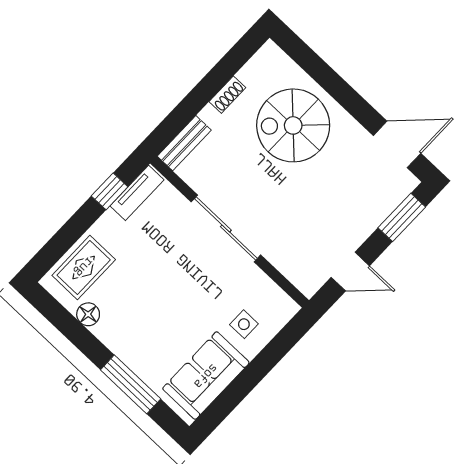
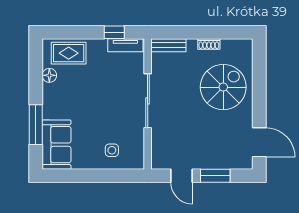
spiral stairs: (293, 125) -> (223, 87), turned 90
window: (402, 217) -> (215, 176), moved
sofa: (206, 376) -> (57, 145), moved, turned 90

